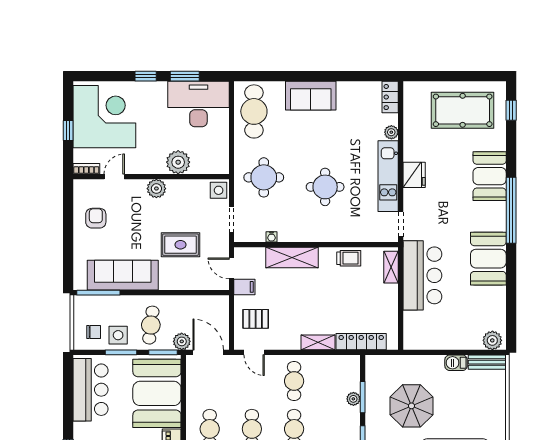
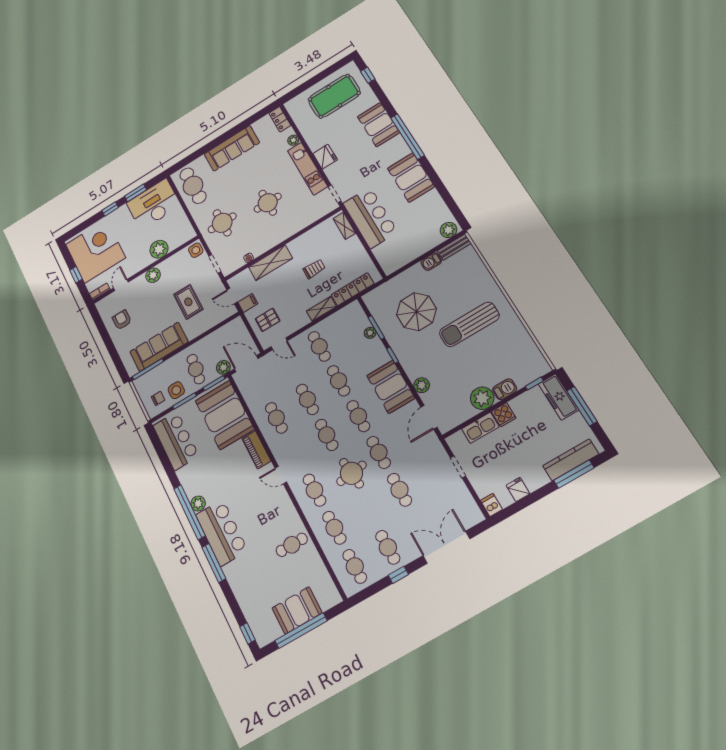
sofa: (311, 96) -> (232, 148), width x1.36
rug: (180, 245) -> (188, 302), turned 90
trolley: (349, 258) -> (314, 269), moved

